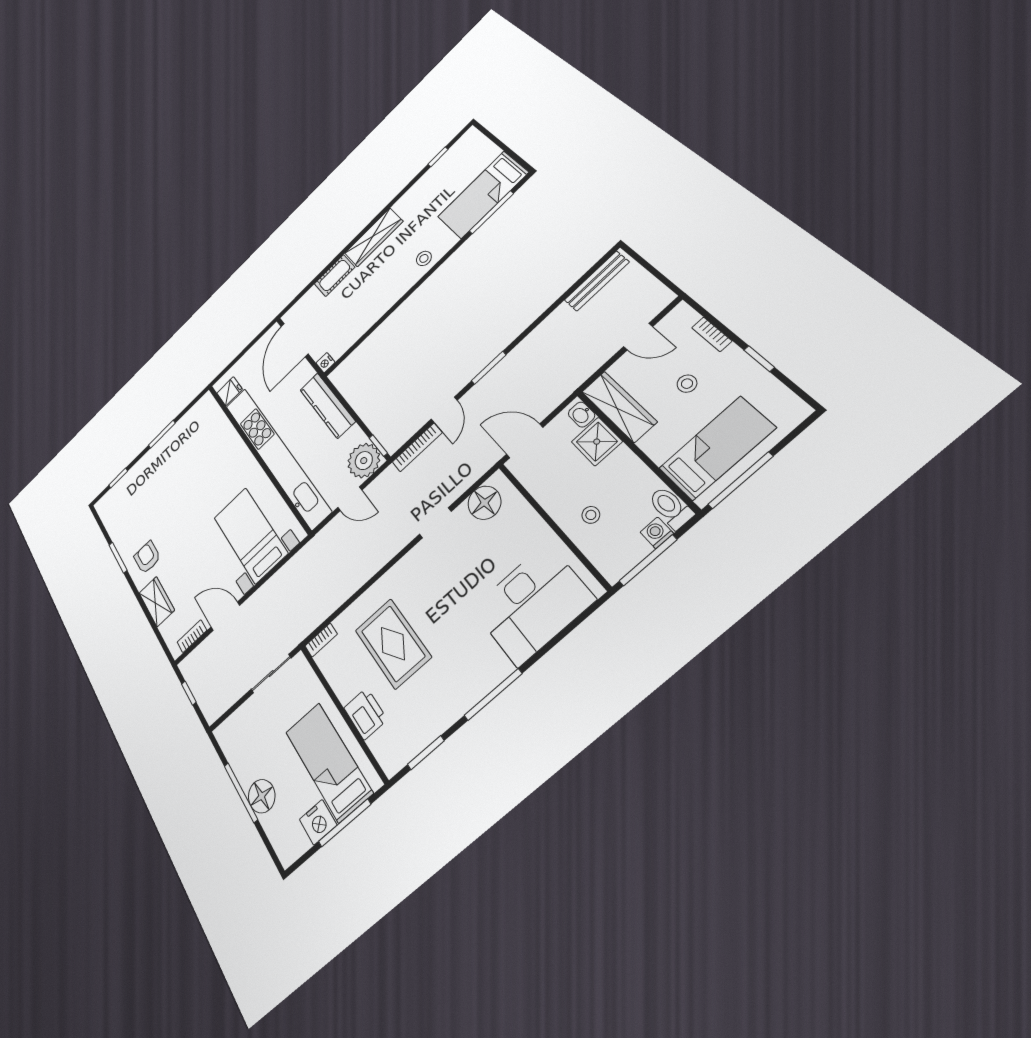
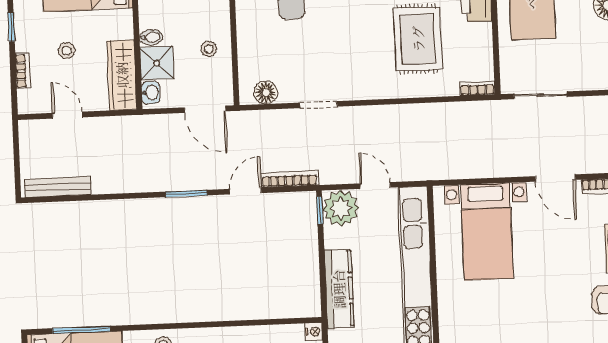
bidet: (620, 458) -> (151, 37), added
floor lamp: (484, 503) -> (266, 92), width x0.73, depth x0.73
stool: (591, 515) -> (209, 49), moved

